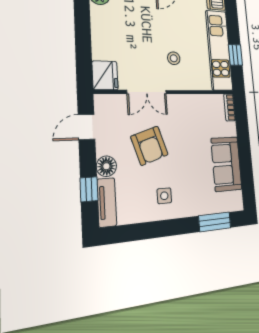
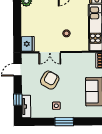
armchair: (149, 146) -> (50, 80), turned -132
floor lamp: (106, 166) -> (27, 89), removed
window: (215, 222) -> (64, 122), moved

